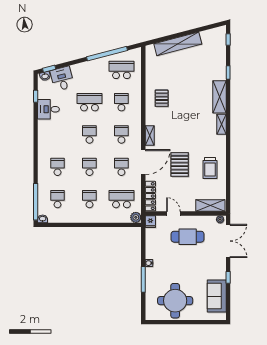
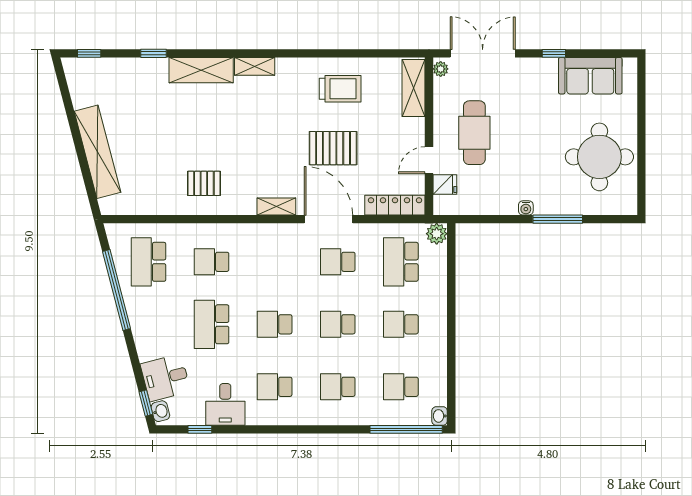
school desk: (121, 135) -> (275, 387), moved
fridge: (150, 222) -> (445, 184), moved

